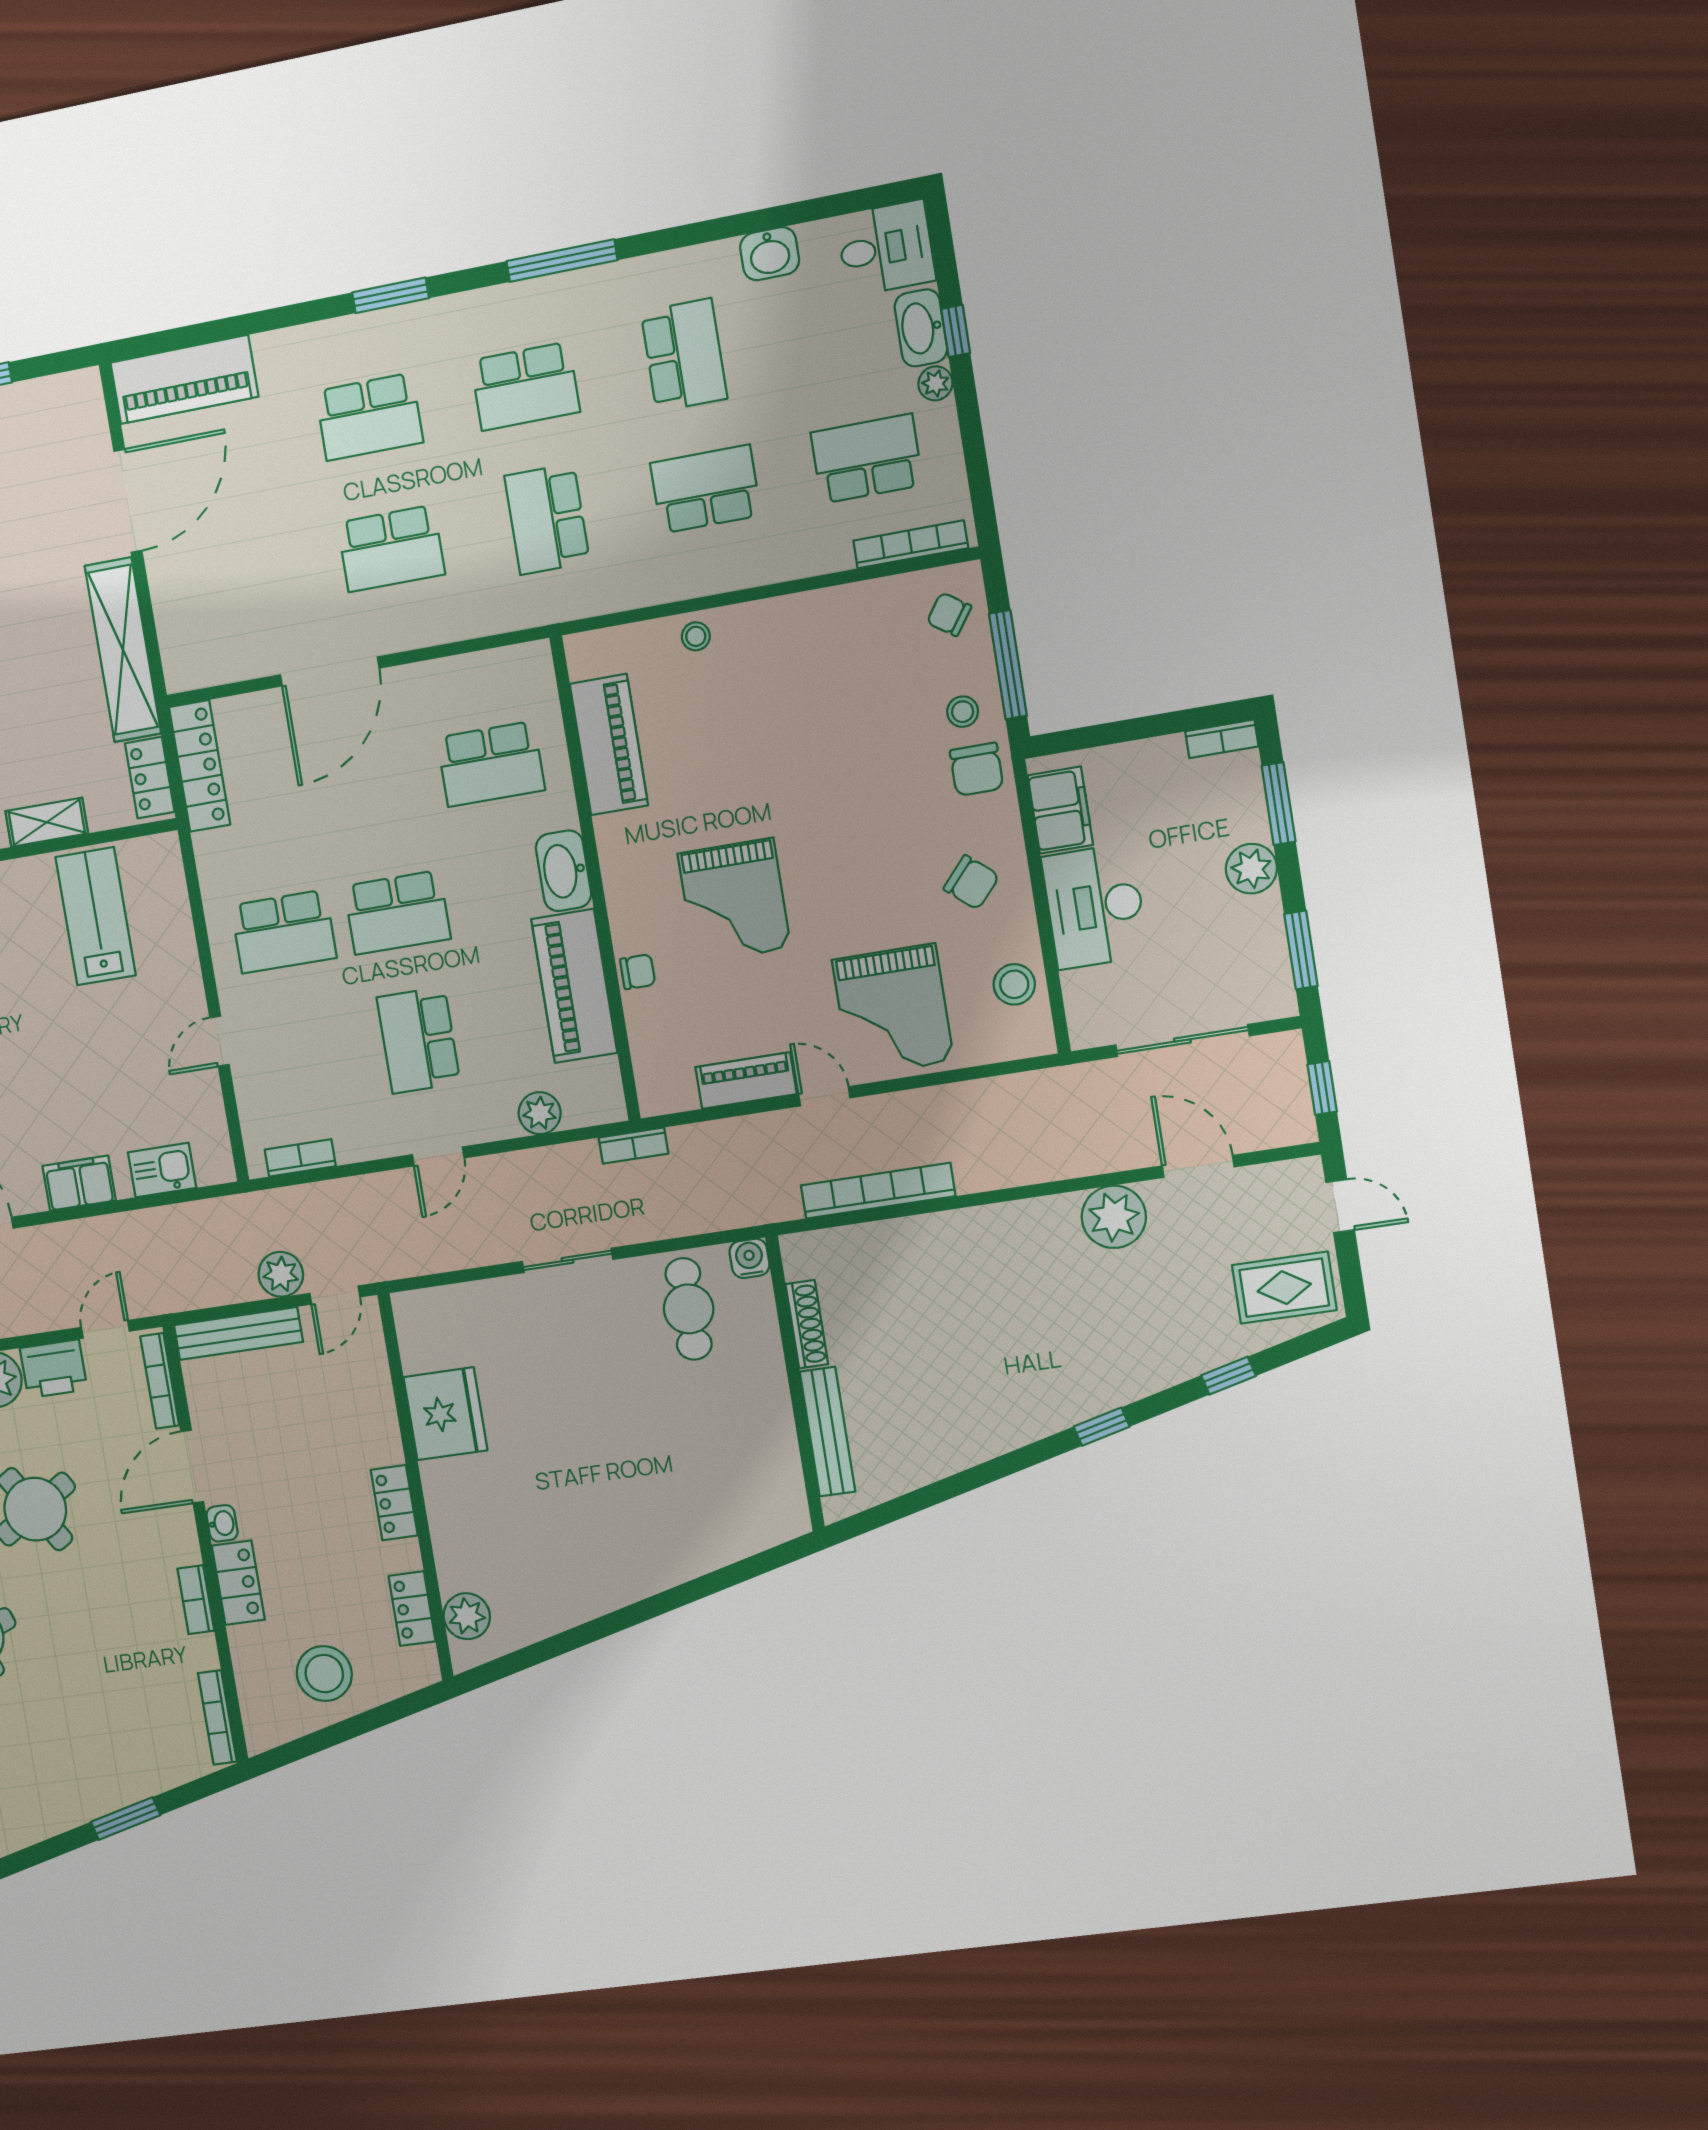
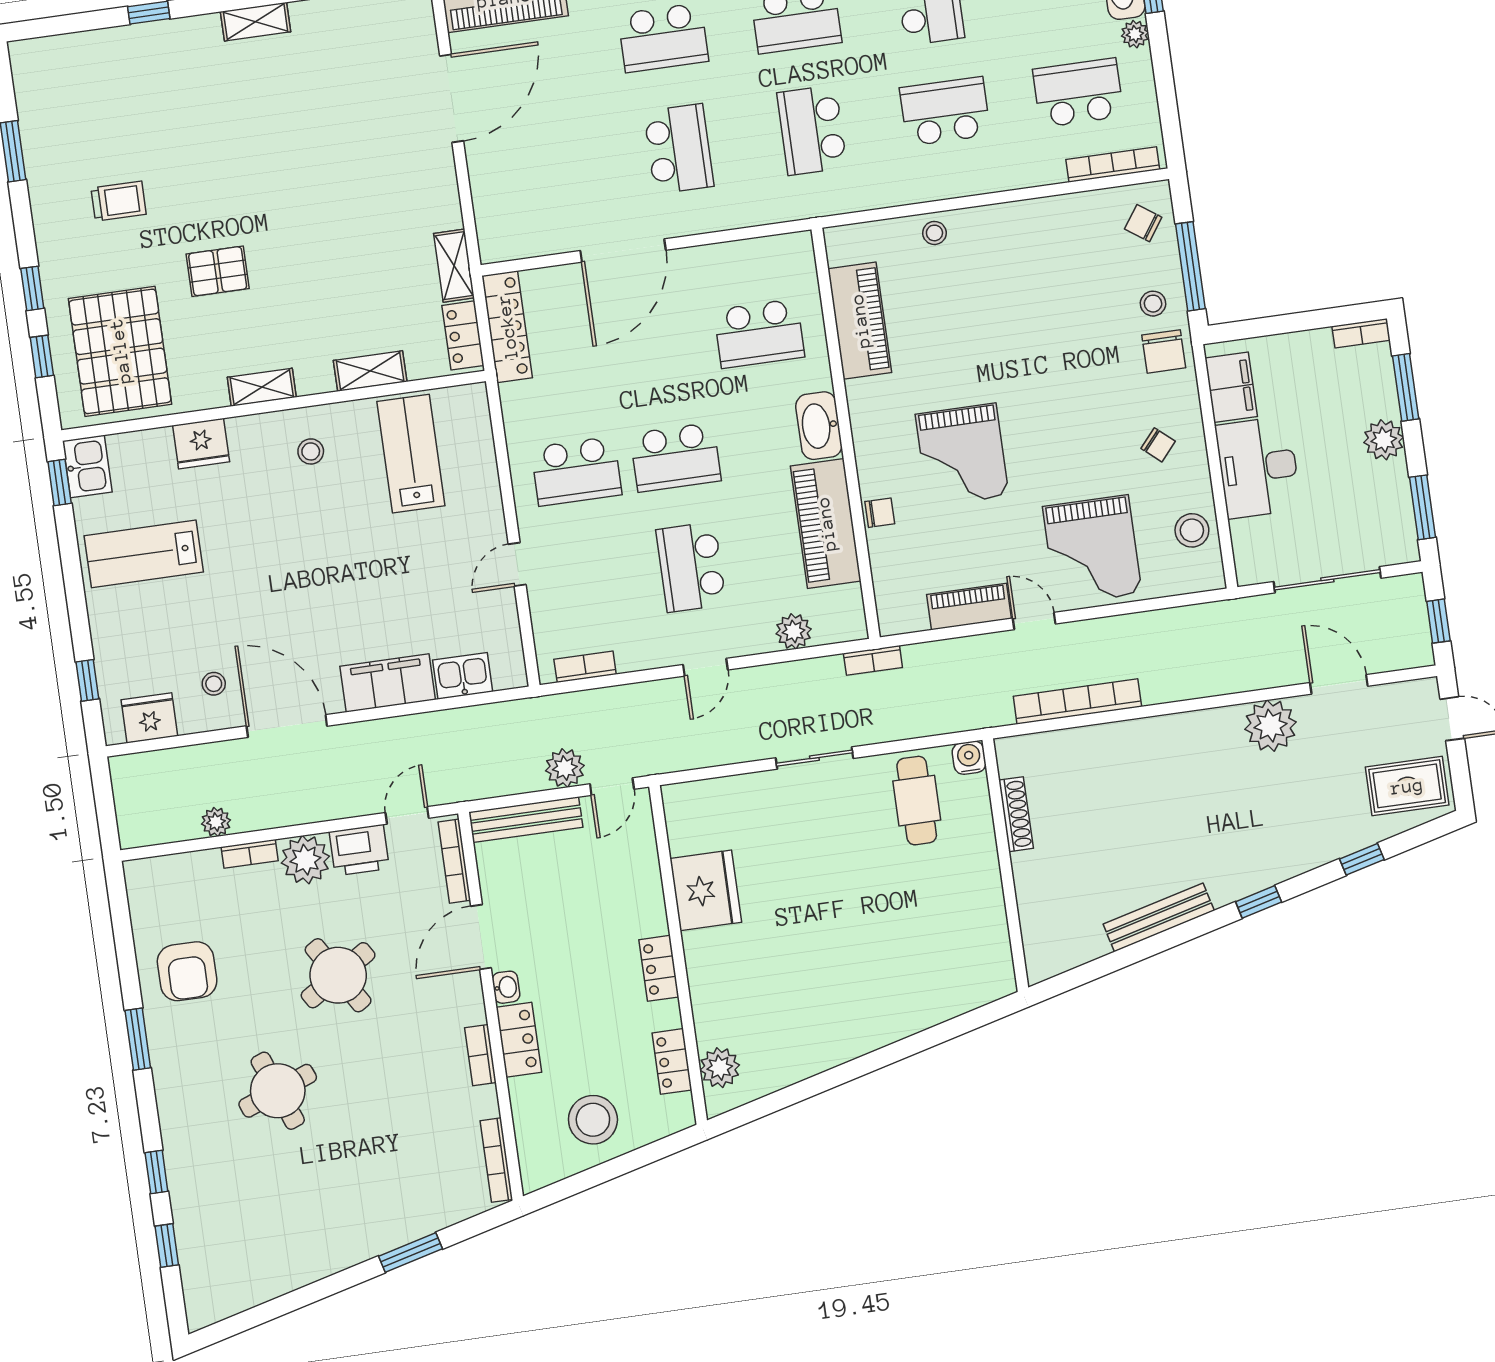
school desk: (391, 548) -> (679, 149), turned -90
shelving: (123, 650) -> (454, 266), width x0.45, depth x0.75
chair: (971, 882) -> (1158, 445), width x0.73, depth x0.73
filing cabinet: (79, 1183) -> (388, 683), width x1.50, depth x1.17
bench: (827, 1432) -> (1159, 917), moved, turned 76

